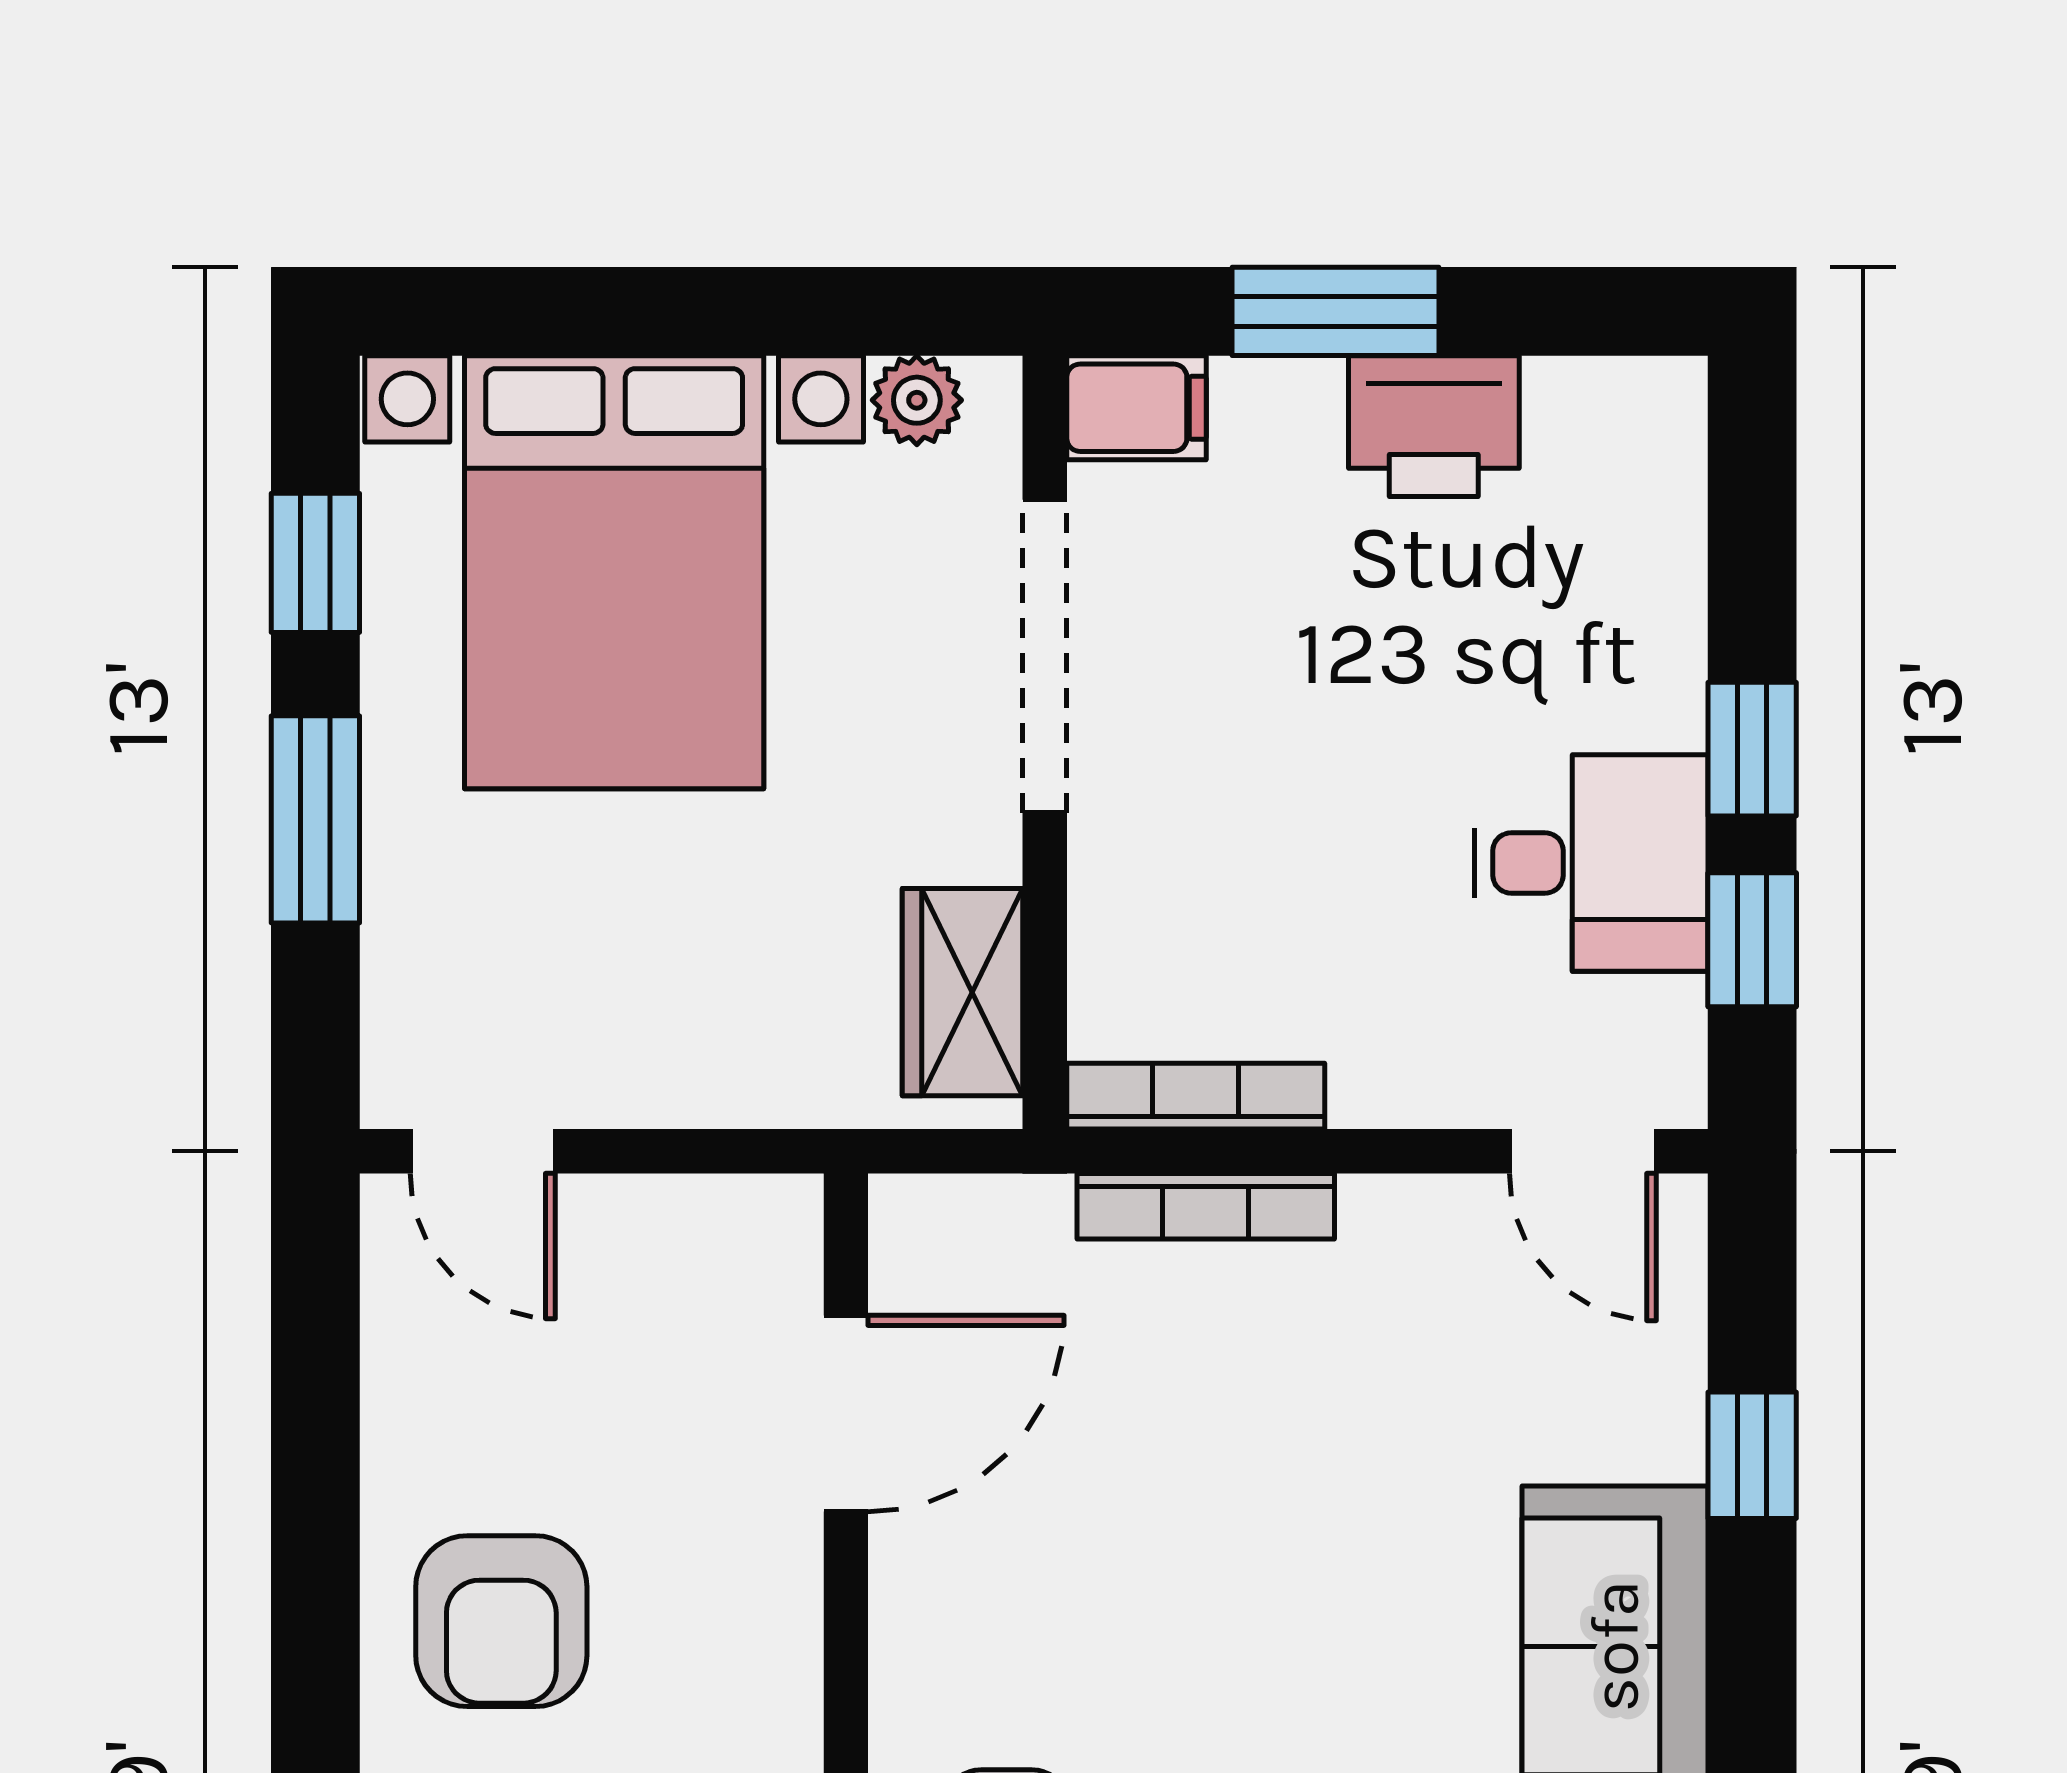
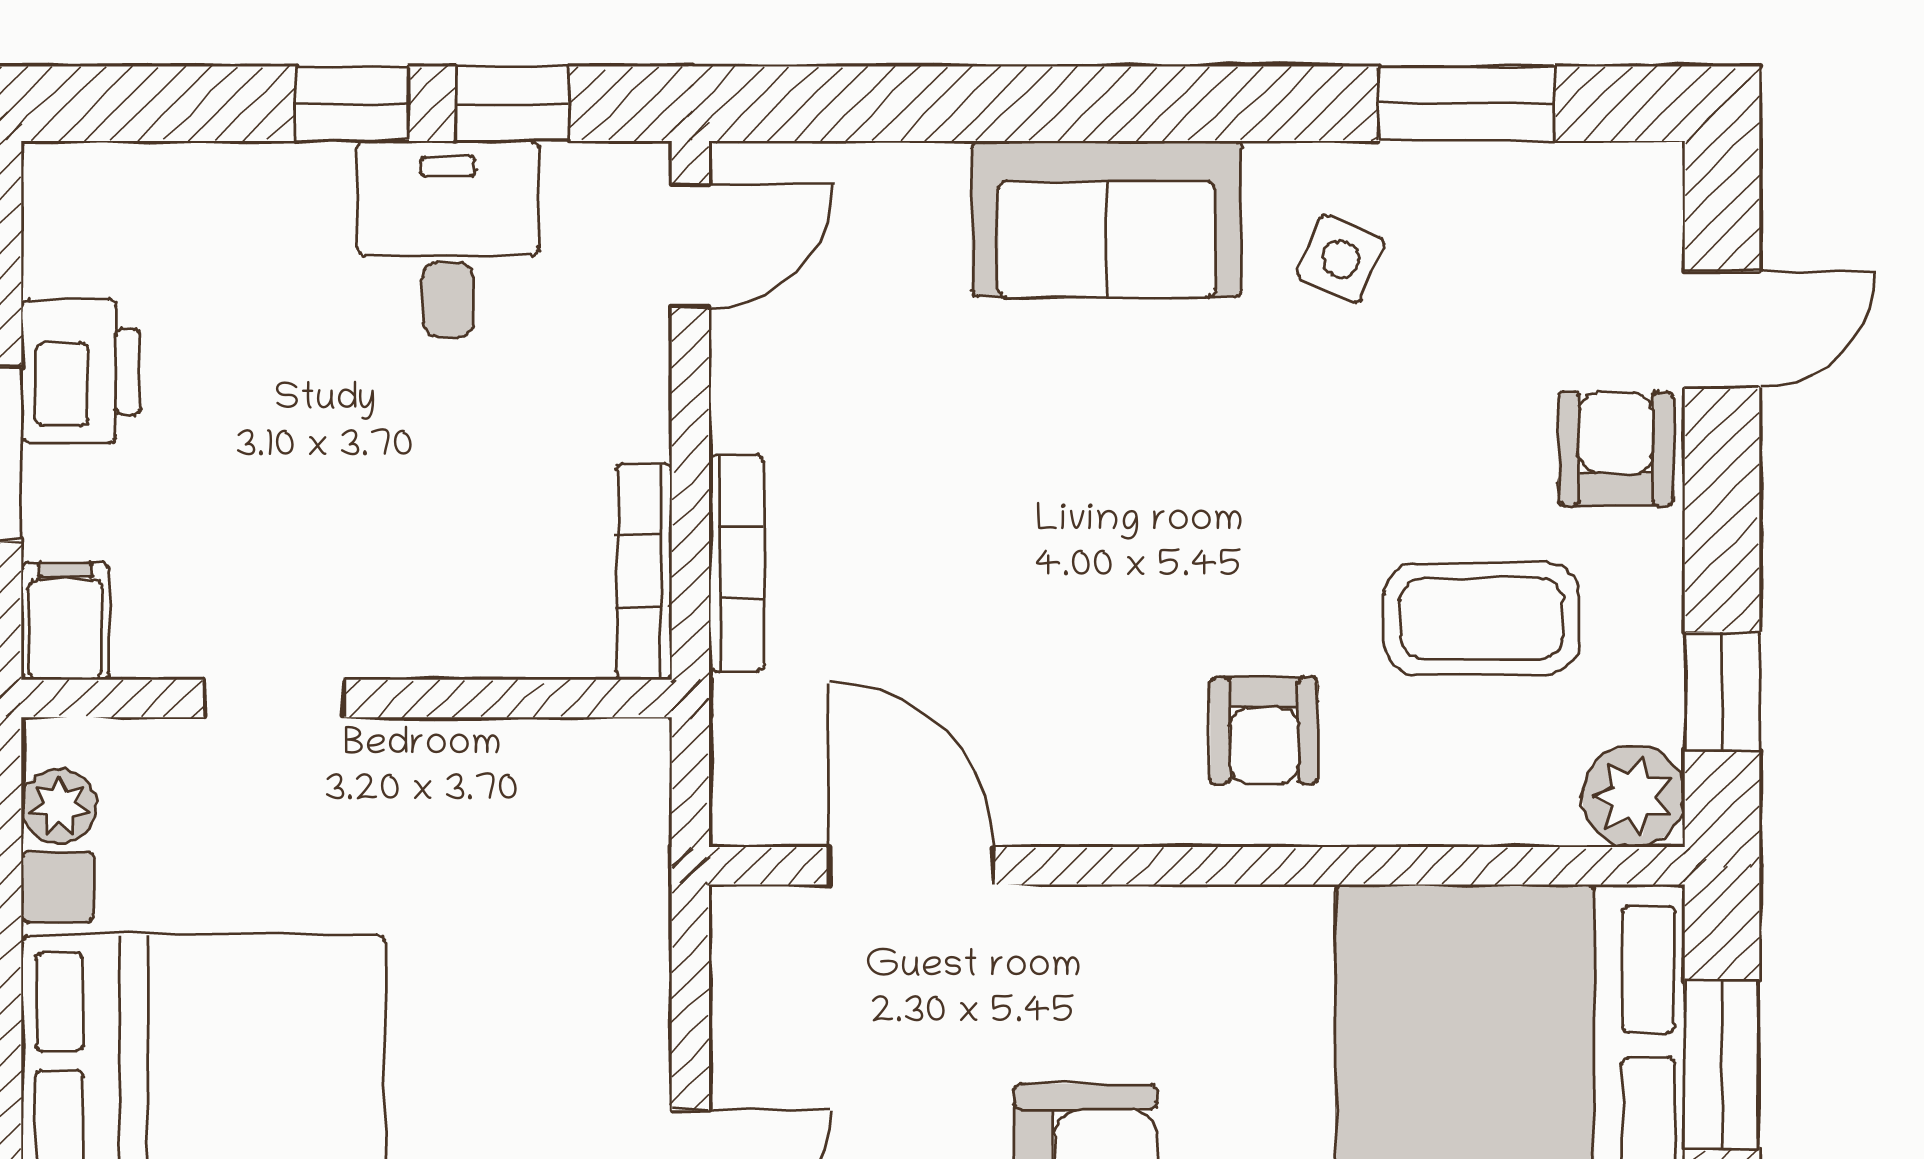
doorway: (1045, 656) -> (274, 699), width x0.53
wardrobe: (962, 992) -> (557, 768), removed
window: (1752, 1455) -> (946, 104), removed

